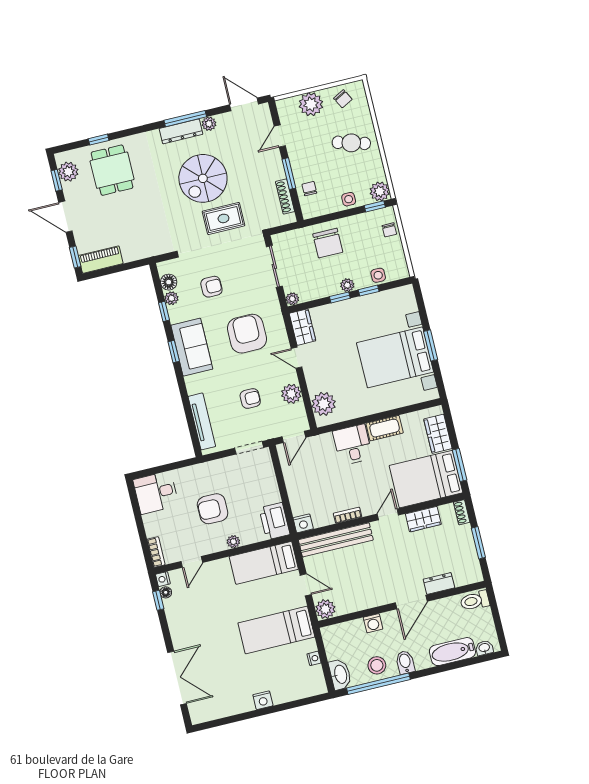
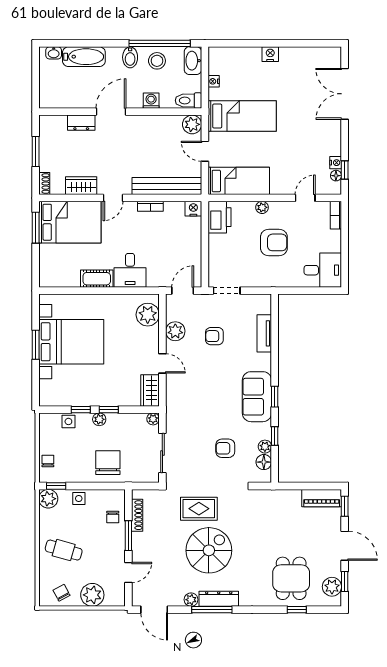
armchair: (247, 334) -> (203, 397), removed
tv unit: (202, 421) -> (264, 333), width x0.71
wardrobe: (438, 434) -> (49, 261), removed
nightstand: (163, 579) -> (336, 163), moved
toilet: (475, 601) -> (188, 100), moved, turned 180

